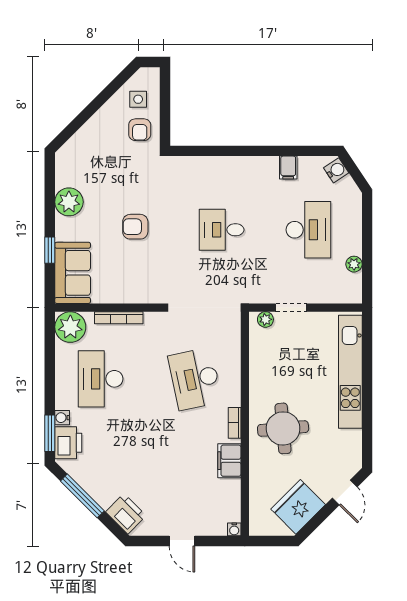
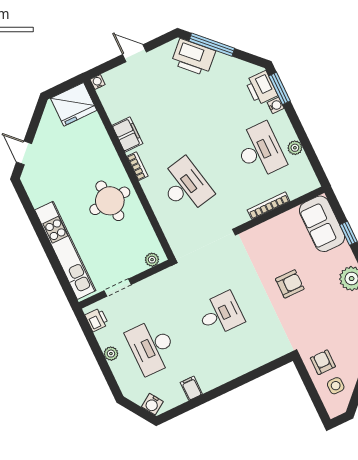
plant: (354, 264) -> (111, 354), moved
printer: (352, 285) -> (97, 320), added
doorway: (291, 308) -> (118, 288), moved
plant: (70, 327) -> (295, 148), moved, width x0.53, depth x0.53
round table: (283, 428) -> (110, 201), moved
window: (82, 496) -> (212, 45), moved
fridge: (298, 507) -> (74, 104), moved, turned 45
printer: (126, 514) -> (193, 57), width x1.37, depth x1.19

